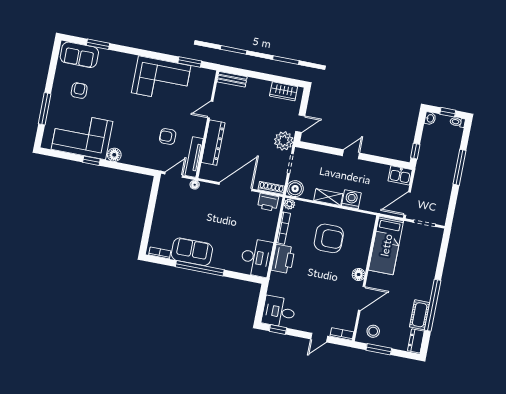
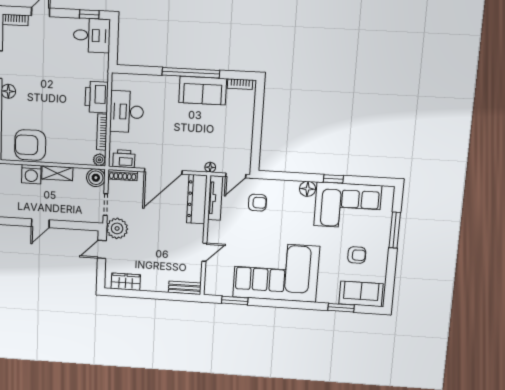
corner sofa: (161, 79) -> (276, 272), width x1.36, depth x1.36
armchair: (79, 91) -> (357, 255), turned -90
armchair: (168, 136) -> (257, 203), moved
dresser: (213, 143) -> (197, 199), moved
armchair: (329, 238) -> (30, 145), moved
desk: (256, 258) -> (127, 112), moved

